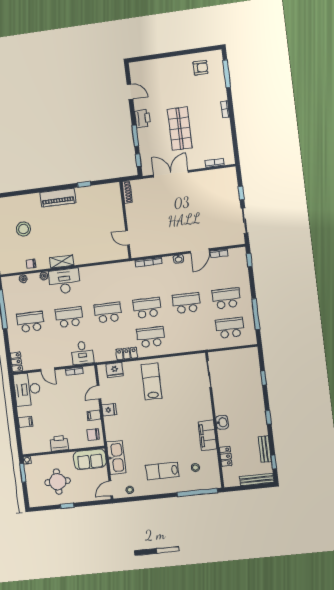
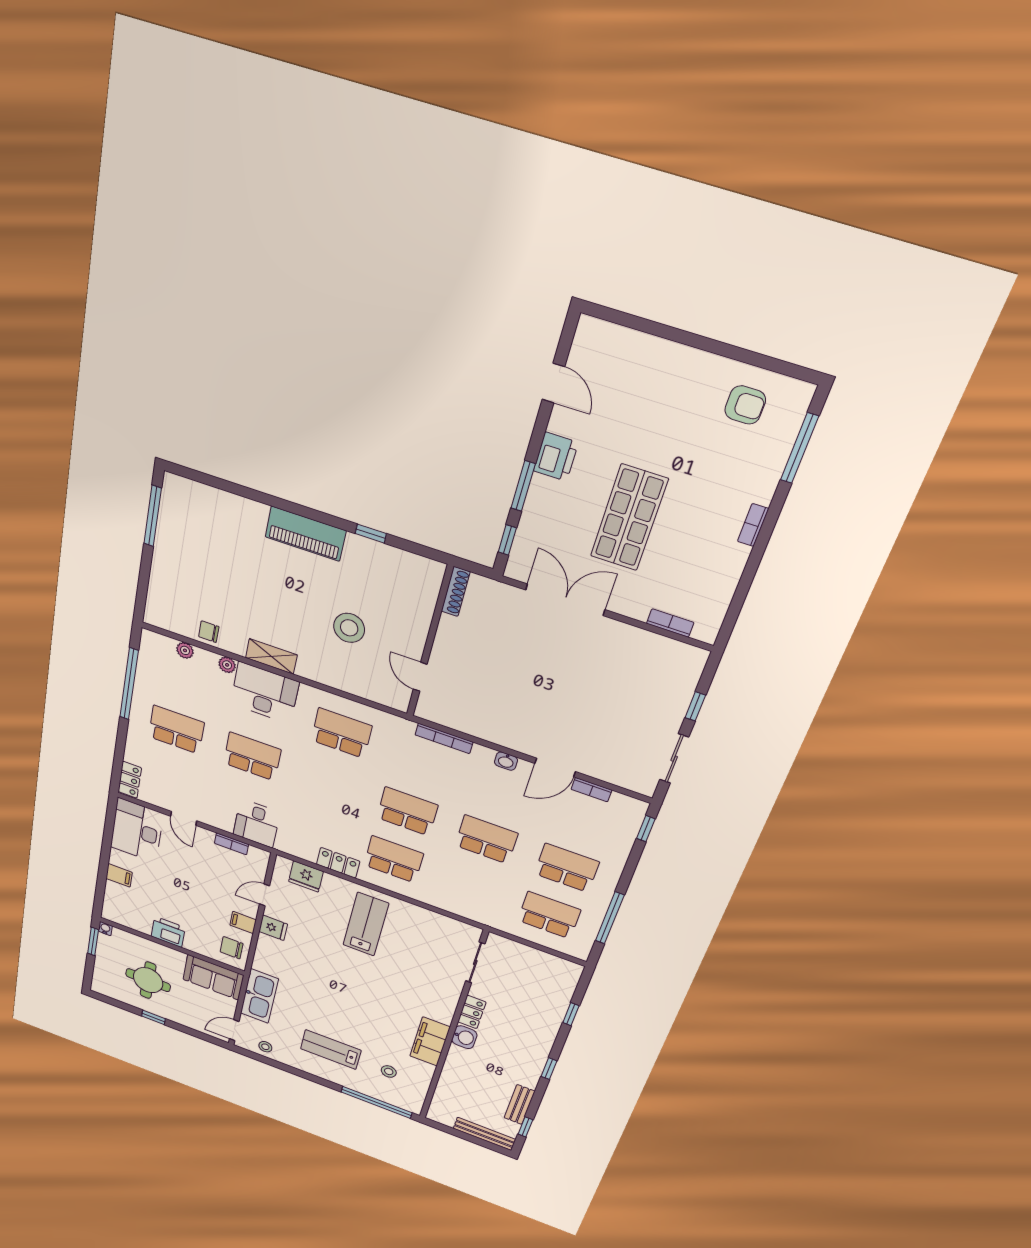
stool: (24, 229) -> (349, 628), moved
school desk: (108, 313) -> (342, 733), moved
locker: (226, 456) -> (472, 1012), moved

